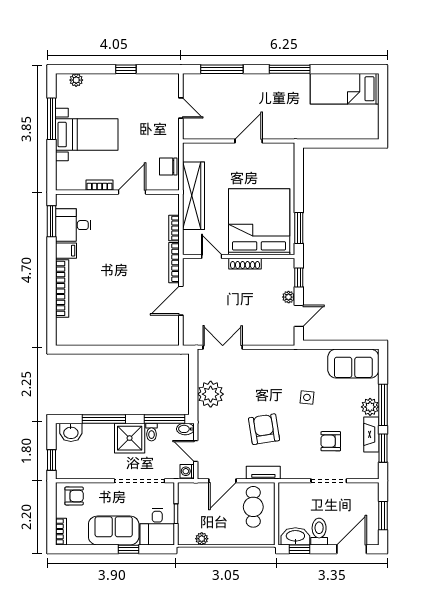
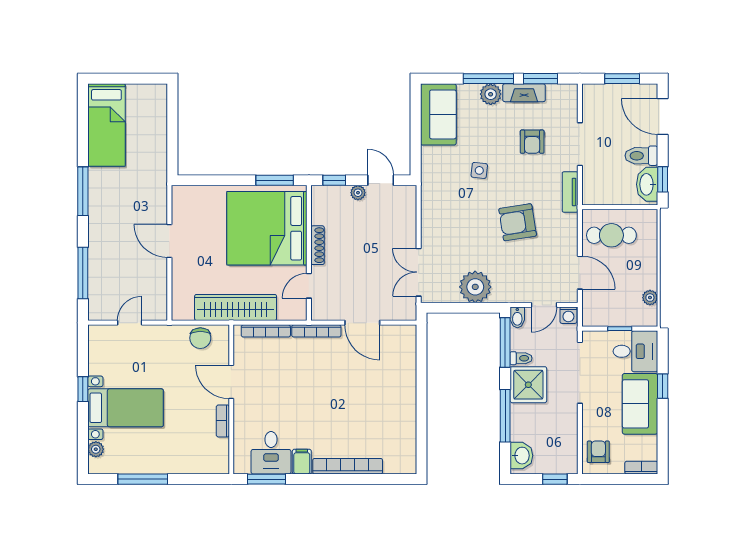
bed with nightstands: (87, 135) -> (126, 408), moved, turned 90
bookcase: (174, 228) -> (266, 331), width x1.56
tv unit: (263, 473) -> (570, 192), moved

